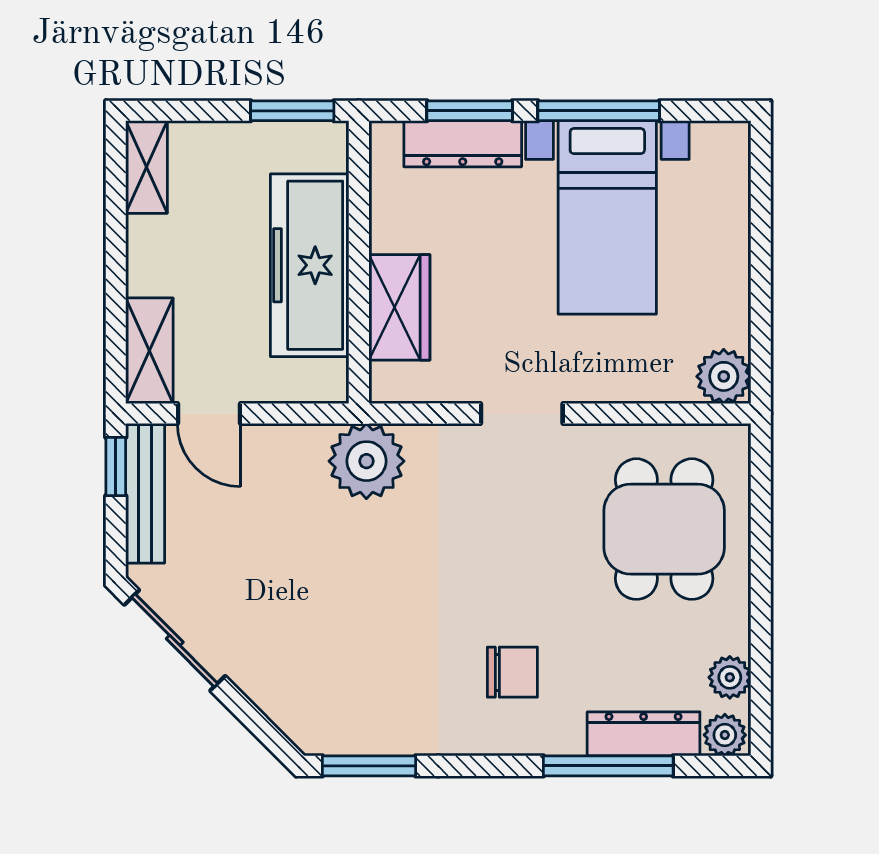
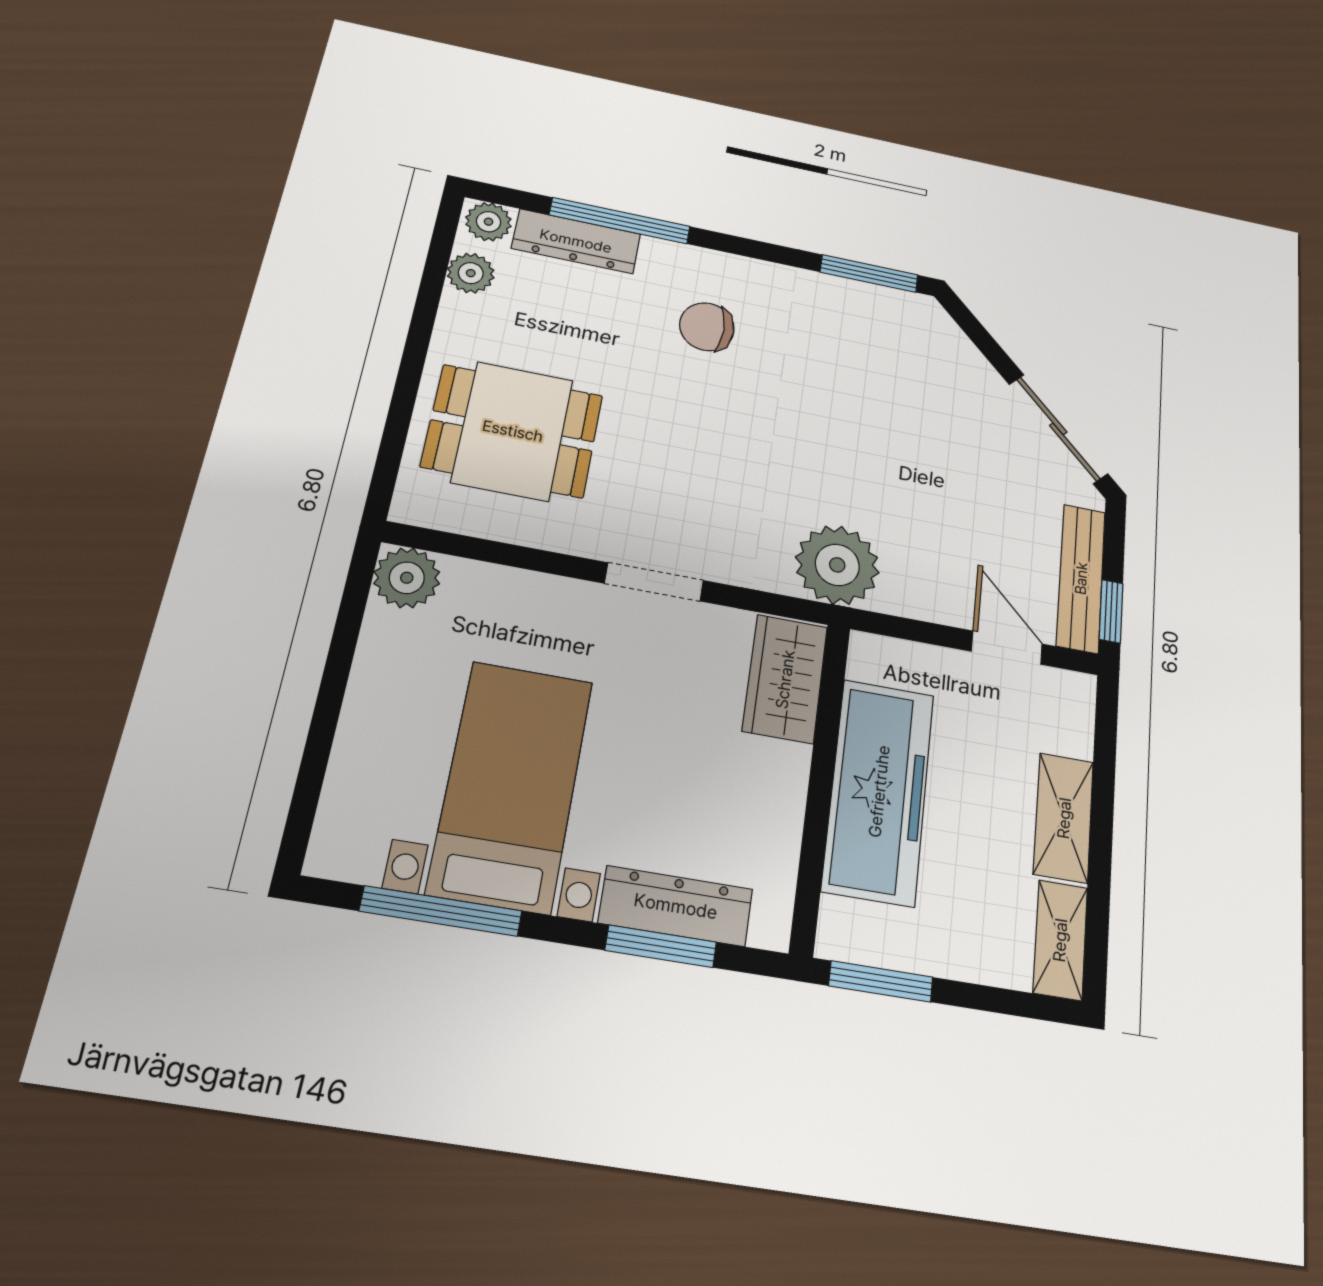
window: (599, 111) -> (441, 911), moved
wardrobe: (399, 307) -> (785, 679), moved
shelving: (149, 351) -> (1064, 818), moved
dining table: (664, 529) -> (513, 431), turned 90

